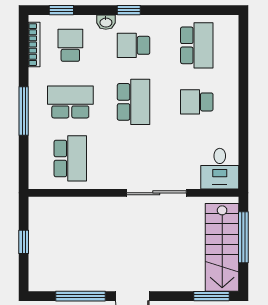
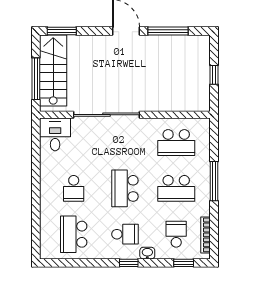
school desk: (70, 45) -> (176, 234), turned 180
school desk: (197, 102) -> (74, 188), turned 90
school desk: (70, 158) -> (176, 143), turned -90
sliding door: (156, 193) -> (107, 115), width x1.36

